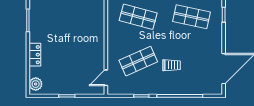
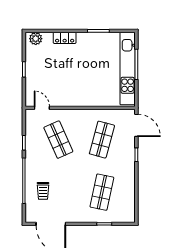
trolley: (171, 65) -> (43, 191), moved

